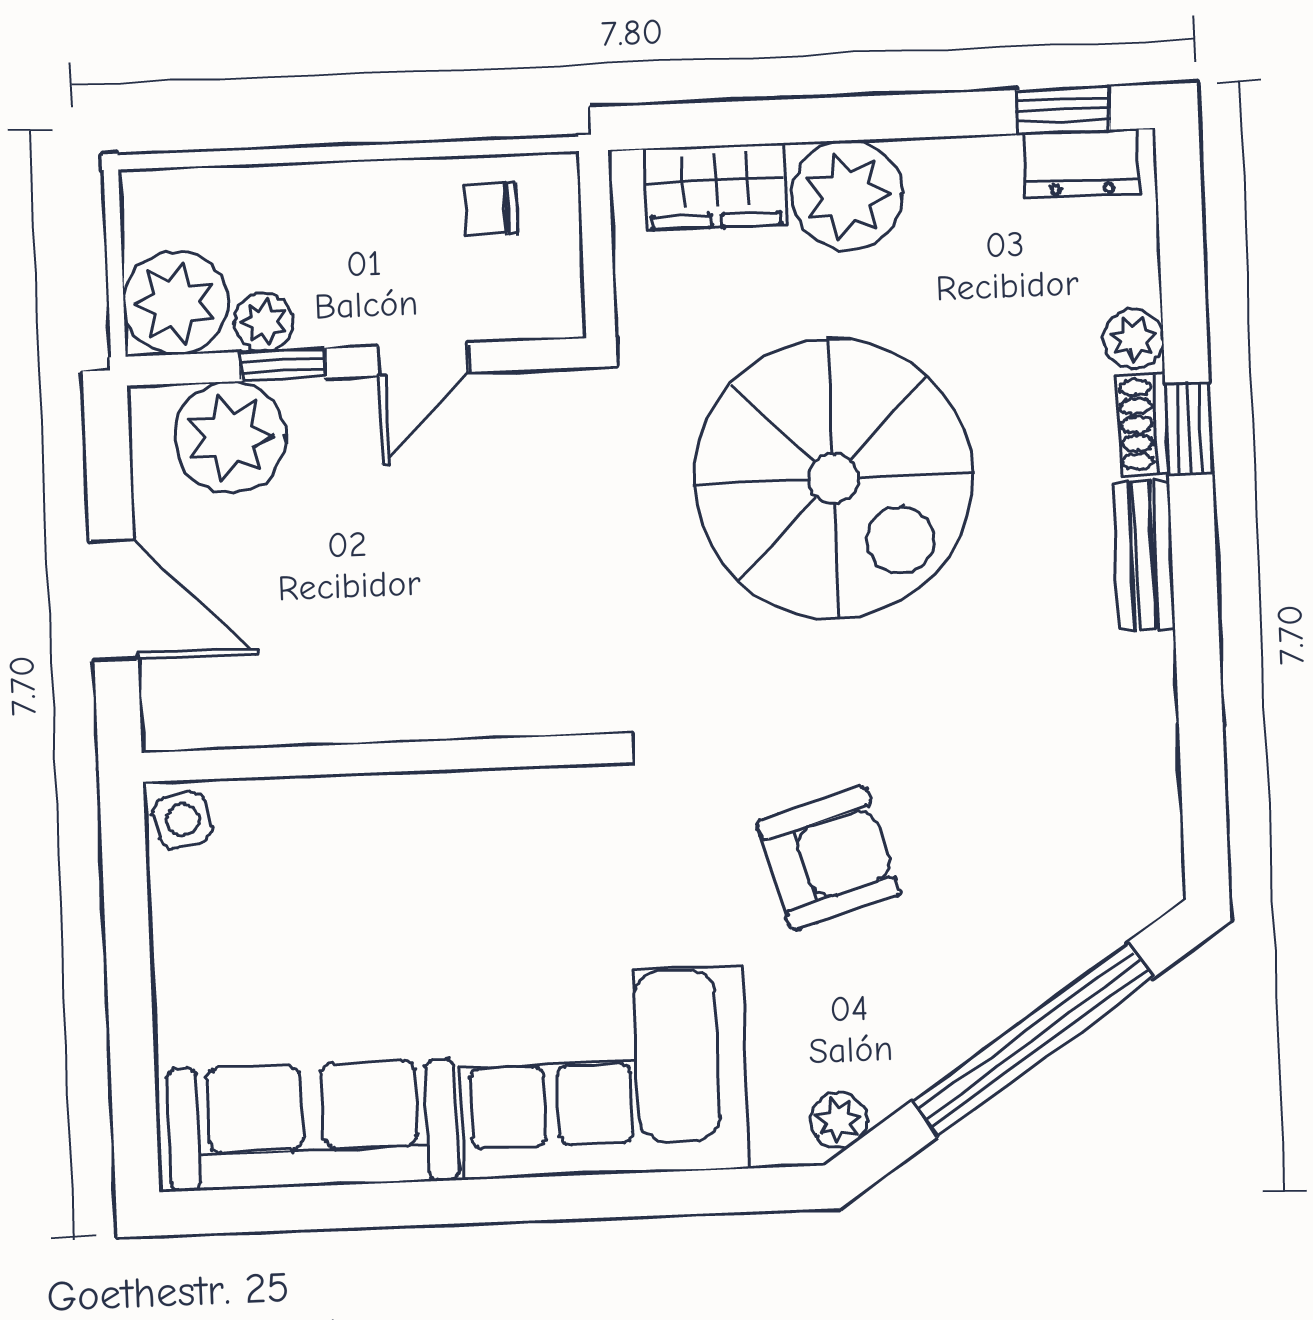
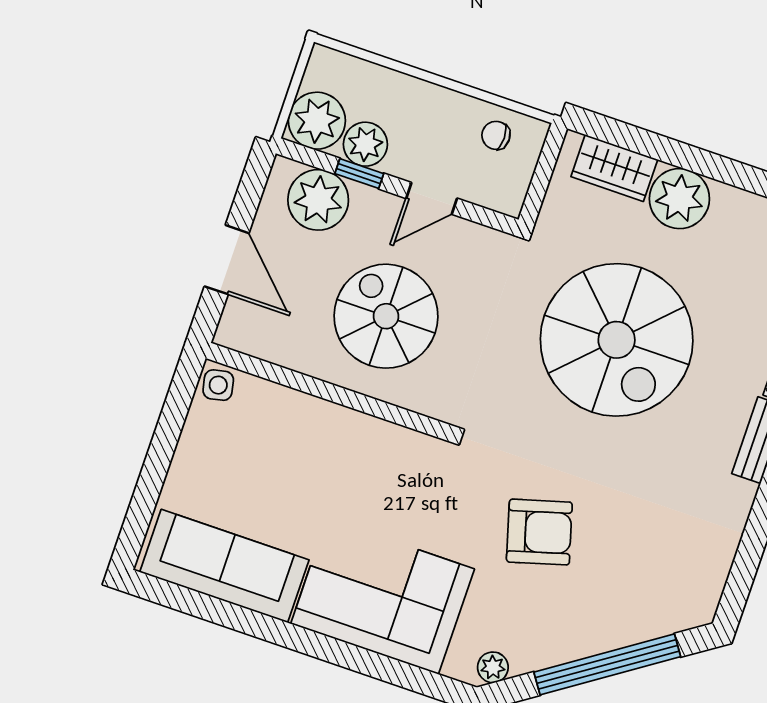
plant: (264, 322) -> (365, 144), width x1.38, depth x1.38
spiral stairs: (423, 591) -> (386, 316), added

